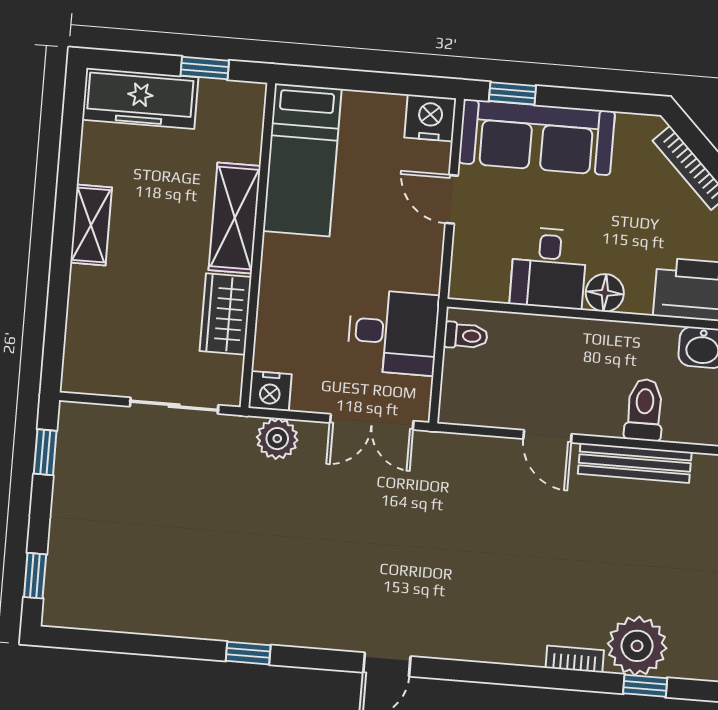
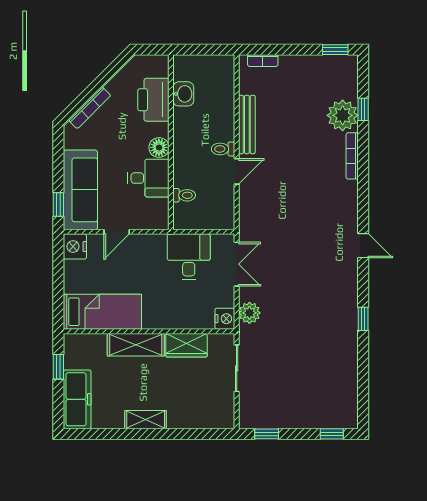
toilet: (466, 336) -> (184, 195), moved, turned 90
toilet: (644, 410) -> (223, 149), moved, width x0.73, depth x0.72
bookcase: (575, 659) -> (352, 156), width x1.56

